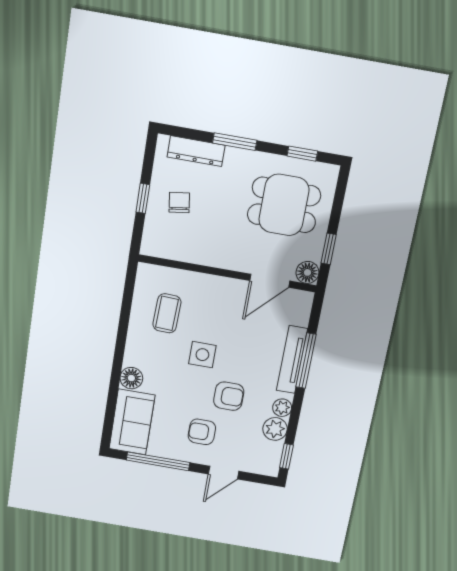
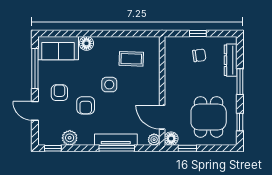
plant: (282, 408) -> (154, 140), moved

